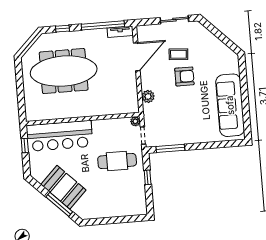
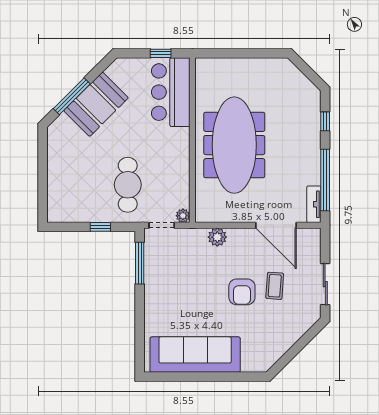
meeting table: (64, 71) -> (234, 145), moved
bar counter: (60, 136) -> (171, 92), width x0.73

